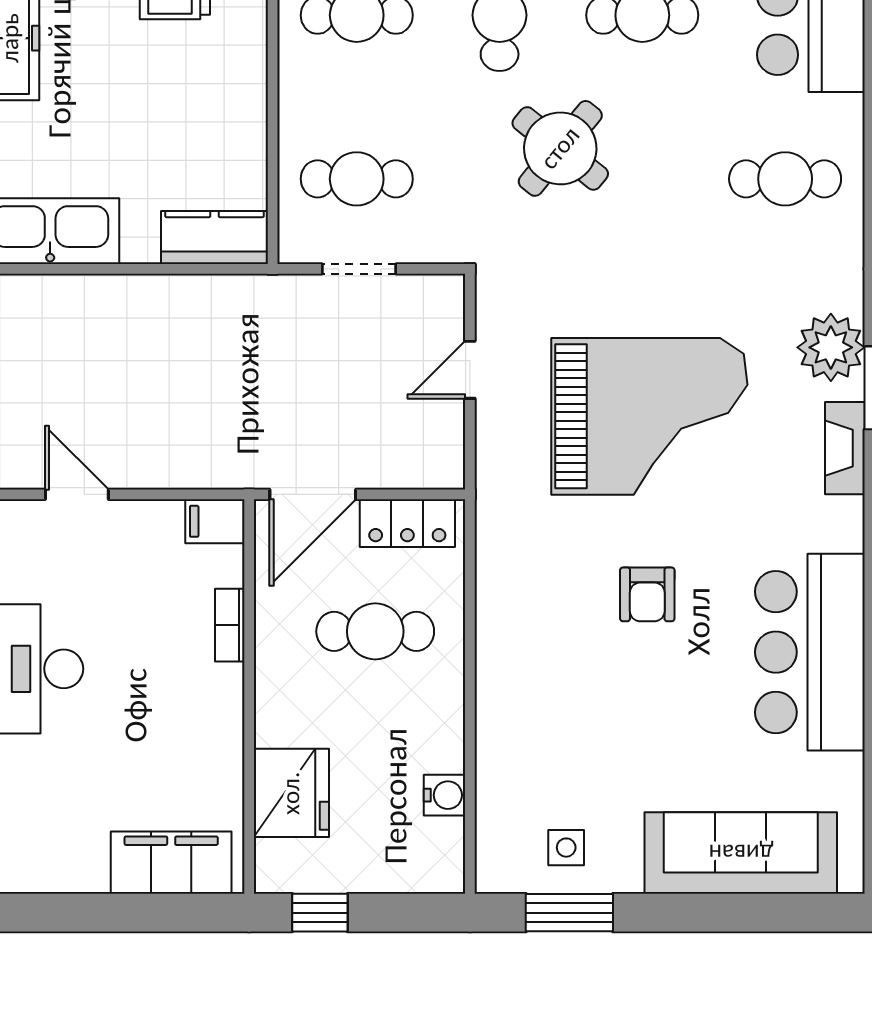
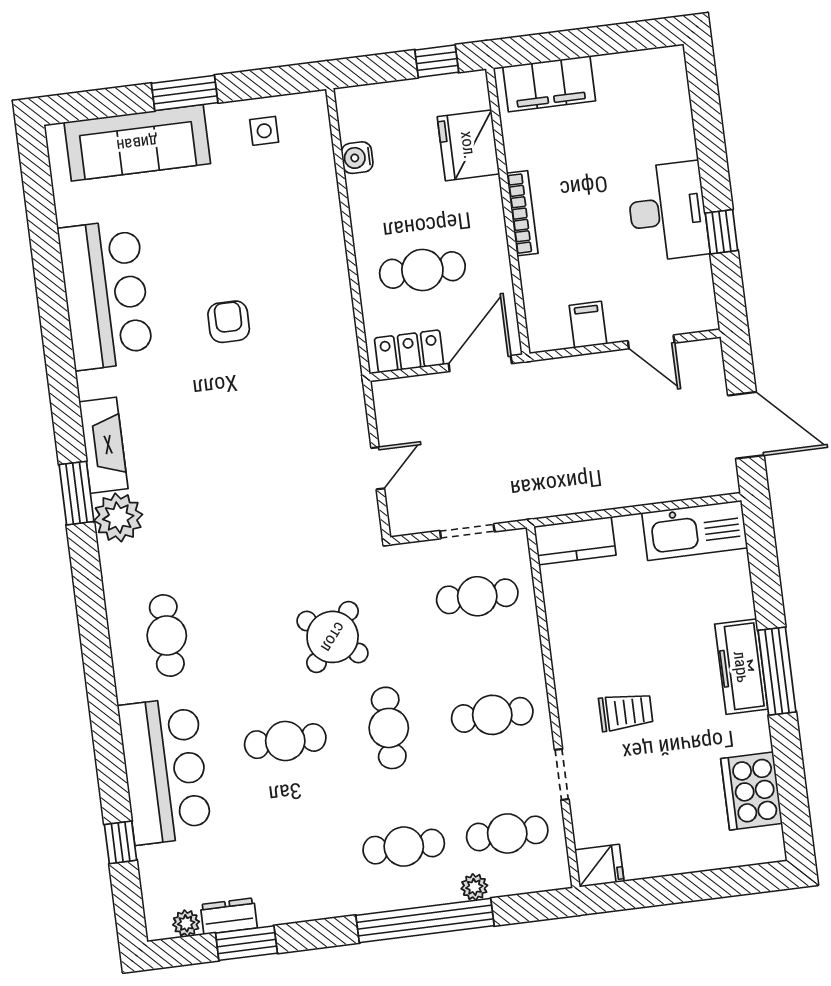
cafe table: (785, 179) -> (167, 636), turned 90
grand piano: (649, 416) -> (243, 451), removed
fireplace: (845, 448) -> (103, 445), width x1.37, depth x1.32
filing cabinet: (215, 521) -> (588, 325), moved, turned -90
bookcase: (230, 625) -> (522, 213), moved, width x1.56
window: (569, 913) -> (185, 93), moved

